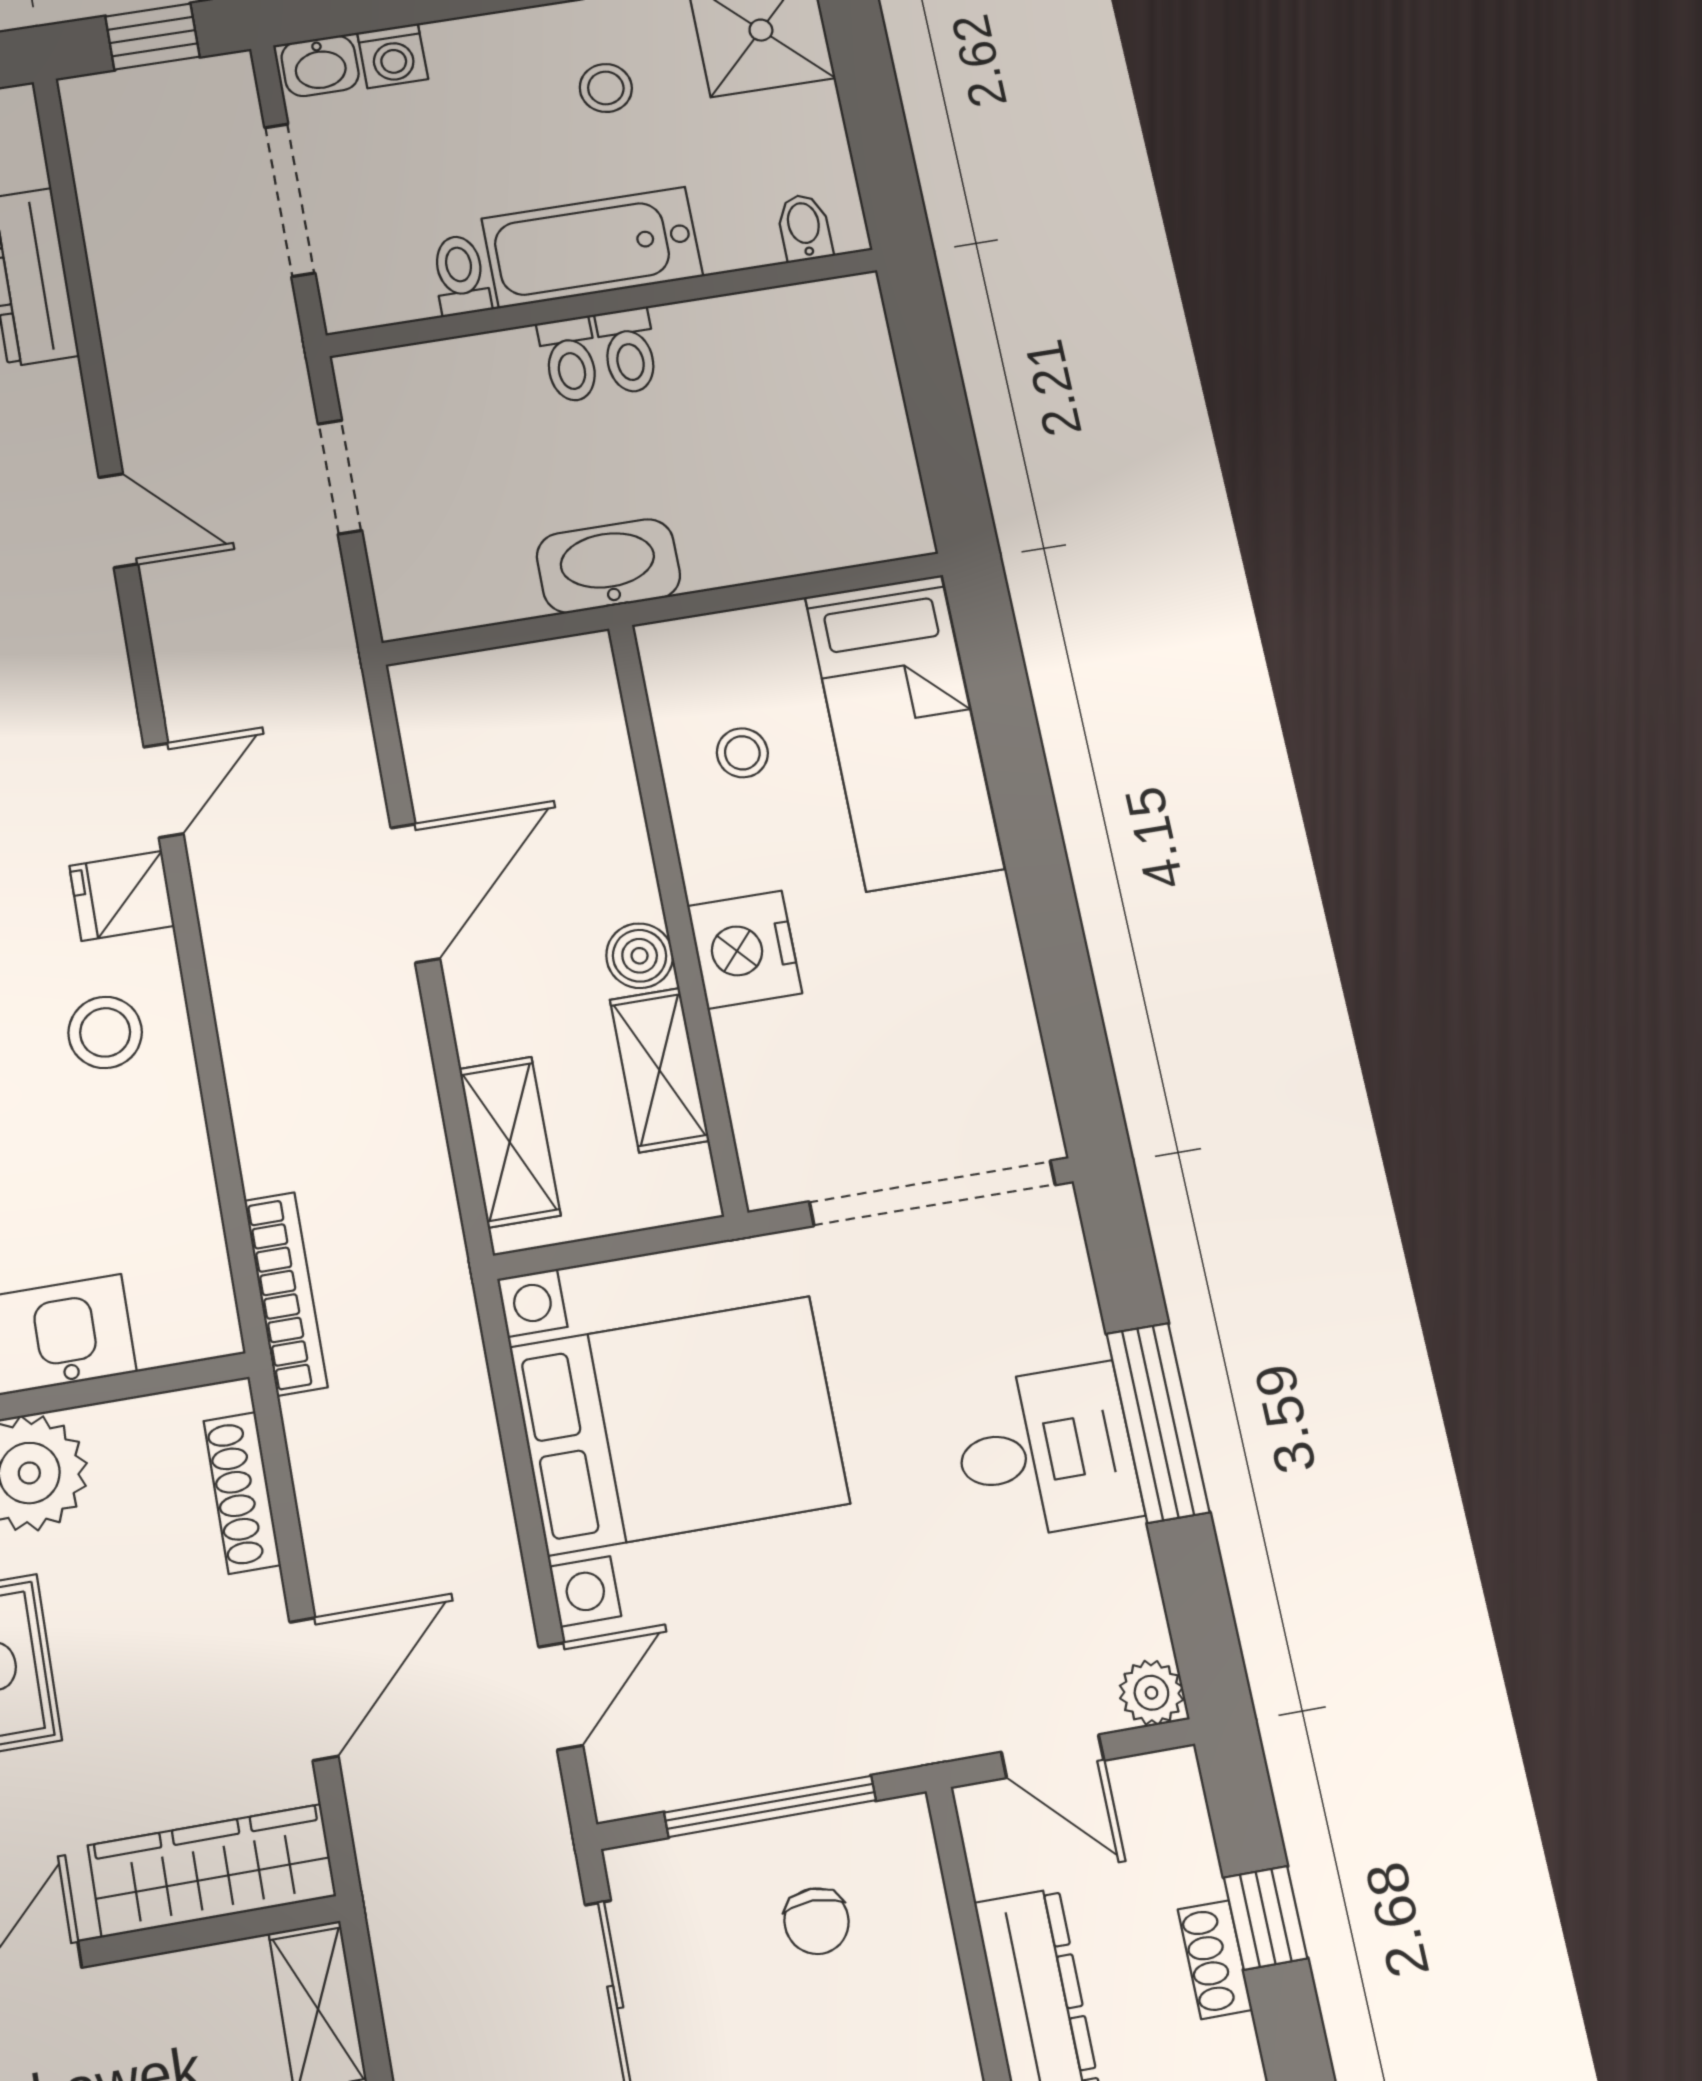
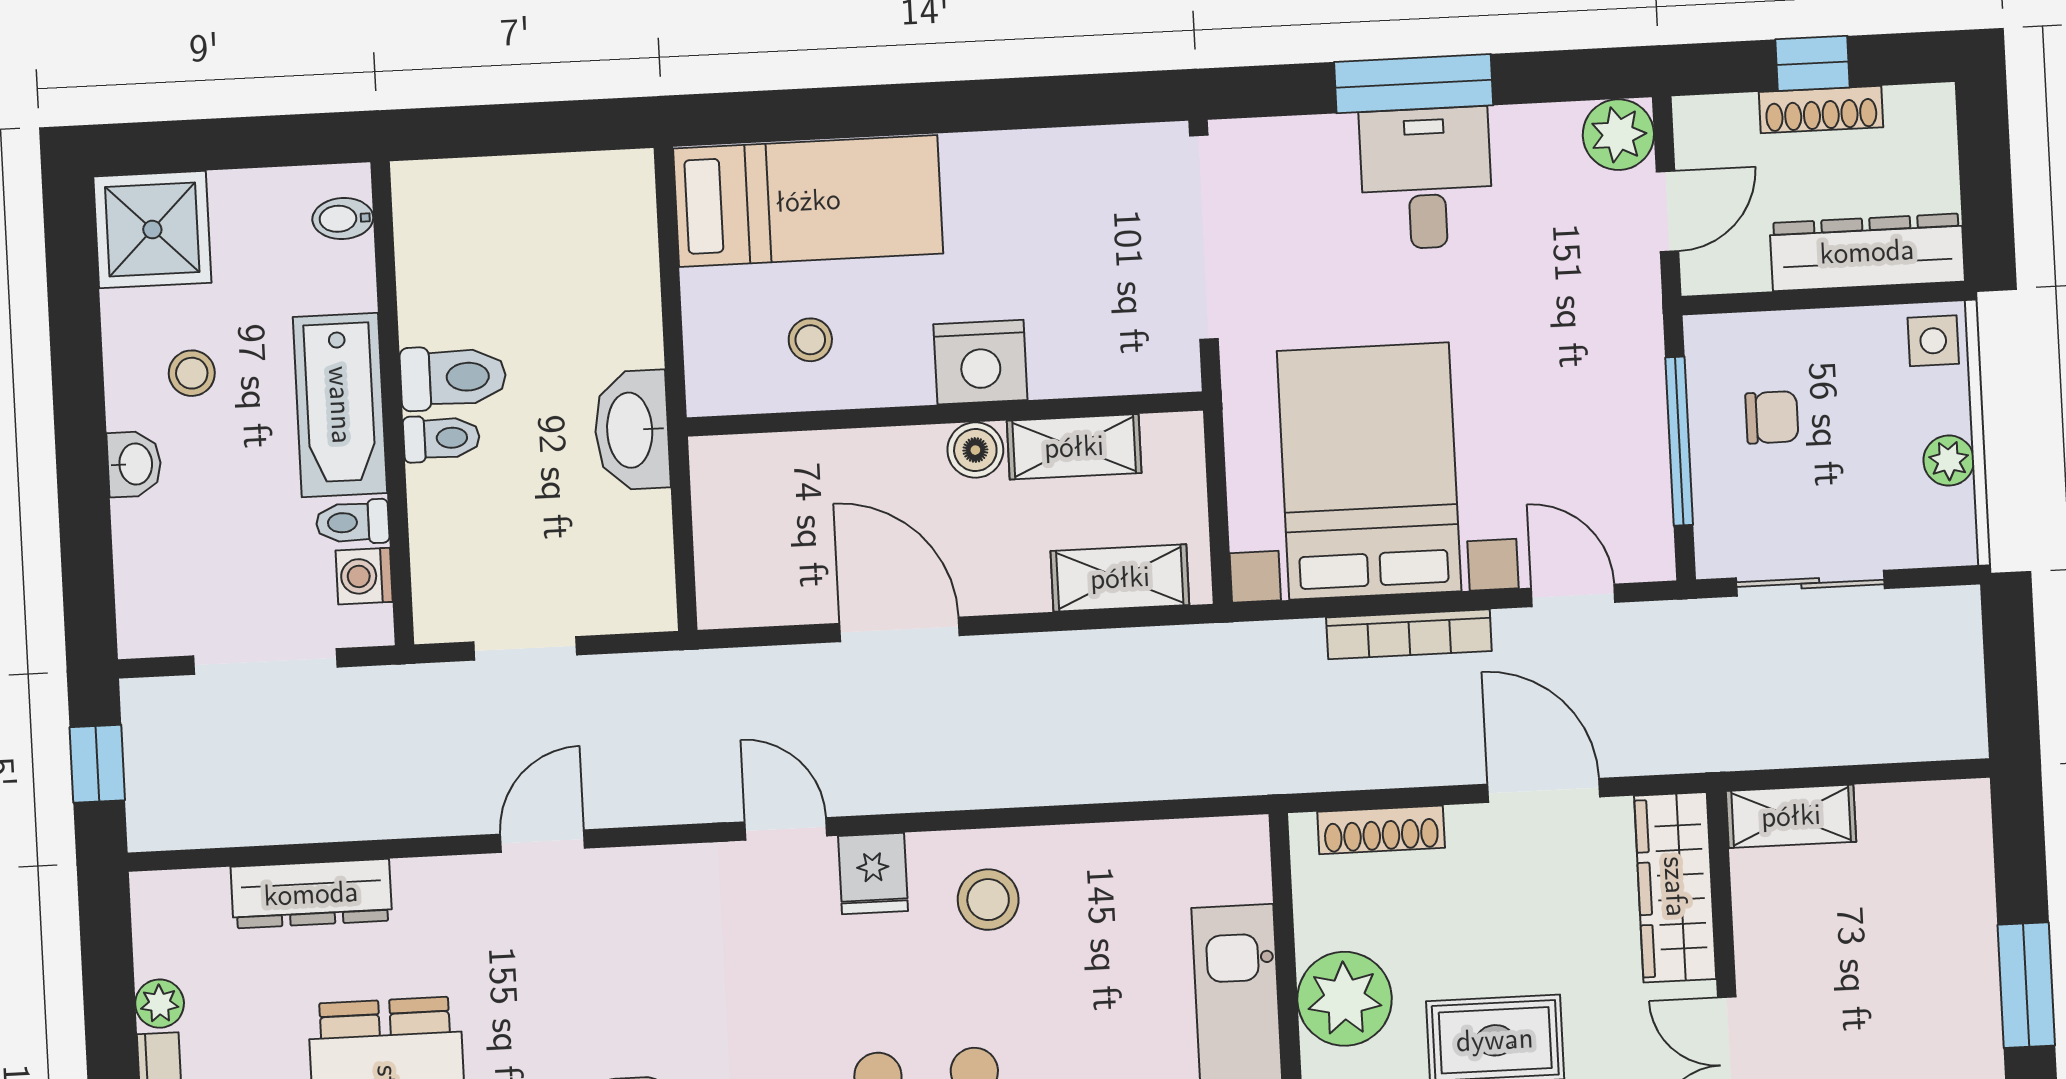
washing machine: (393, 56) -> (364, 576), moved, turned 180
washbasin: (320, 66) -> (134, 464), moved
toilet: (628, 351) -> (453, 377), width x1.37, depth x1.39
bookcase: (286, 1294) -> (1409, 634), moved, turned 180
plant: (1151, 1693) -> (1618, 135), width x1.38, depth x1.38
shoe rack: (1215, 1960) -> (1821, 110), width x1.43

